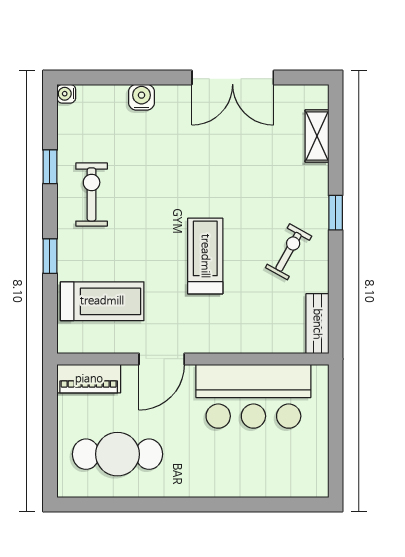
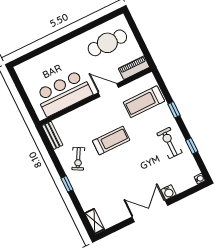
double door: (233, 77) -> (150, 211), moved
shelving: (317, 136) -> (95, 221), moved
exercise bike: (92, 194) -> (169, 143), turned 180
treadmill: (205, 256) -> (111, 141), turned -90
door: (162, 359) -> (108, 90), hinge flipped

